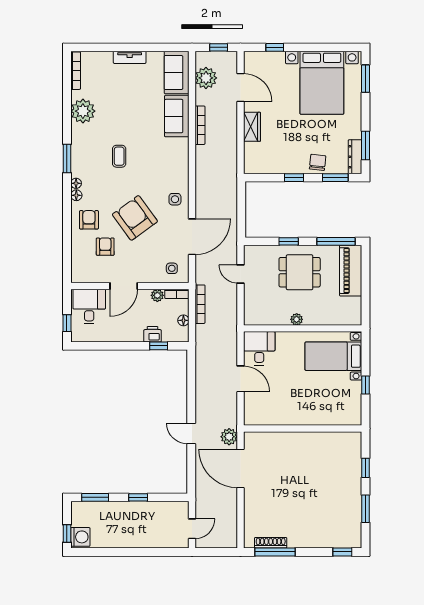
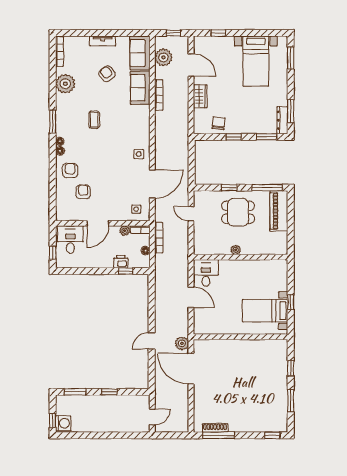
bed with nightstands: (322, 83) -> (256, 61), width x0.73
chair: (318, 162) -> (219, 123), moved
armchair: (135, 218) -> (107, 74), moved, width x0.53, depth x0.53
bed with nightstands: (333, 356) -> (265, 311), moved
door: (191, 434) -> (152, 341), hinge flipped

